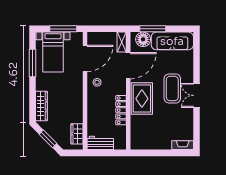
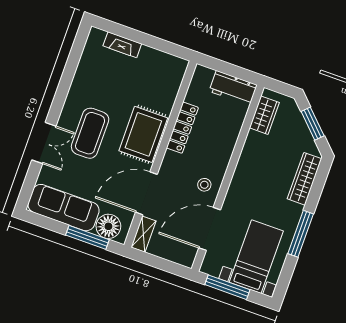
window: (32, 63) -> (301, 234), moved
double door: (197, 95) -> (44, 143), moved
fireplace: (183, 145) -> (122, 45), moved

